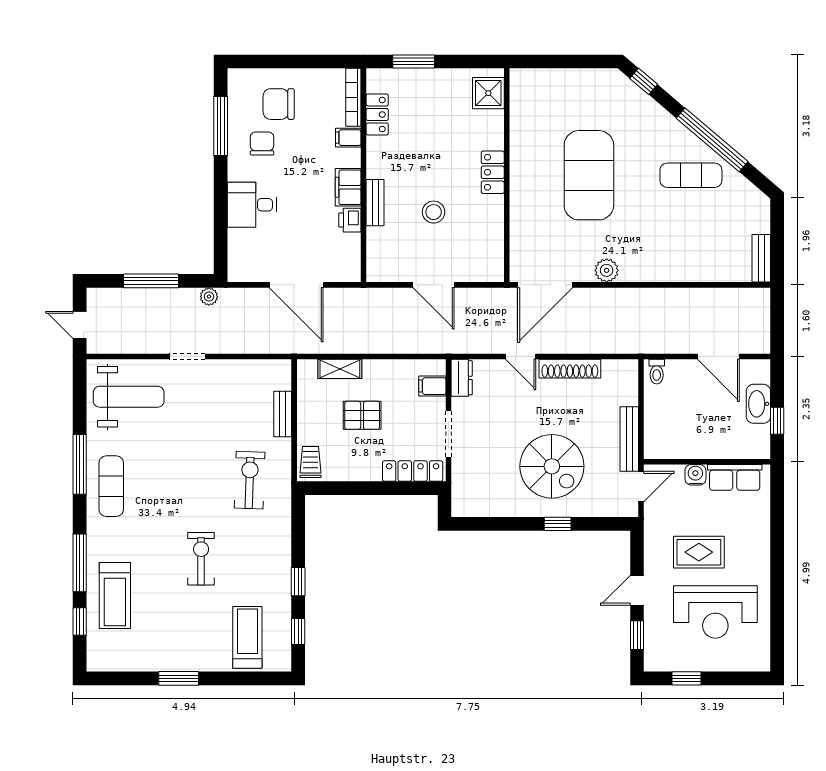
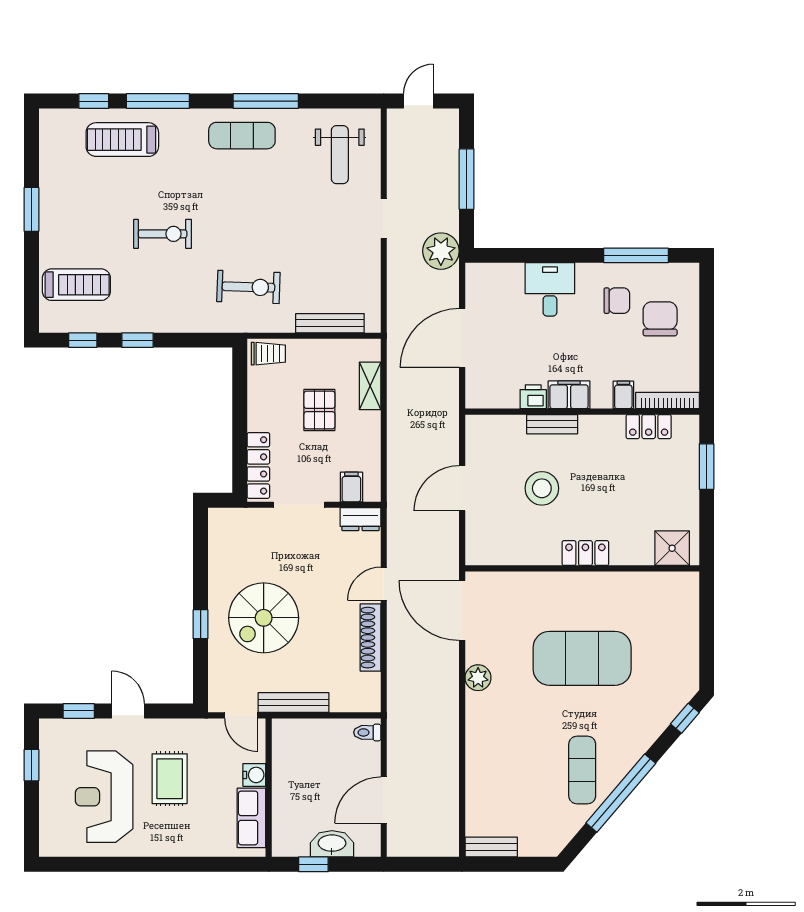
stool: (434, 212) -> (542, 488), width x1.38, depth x1.38
plant: (209, 297) -> (441, 251), width x1.88, depth x1.88
weight bench: (129, 397) -> (340, 155), width x0.73, depth x0.75
bench: (283, 414) -> (330, 323), width x1.36

